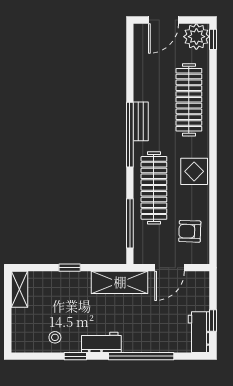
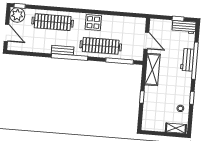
armchair: (190, 231) -> (127, 28), removed
shelving: (19, 289) -> (176, 128), moved
workbench: (101, 342) -> (187, 60), moved

